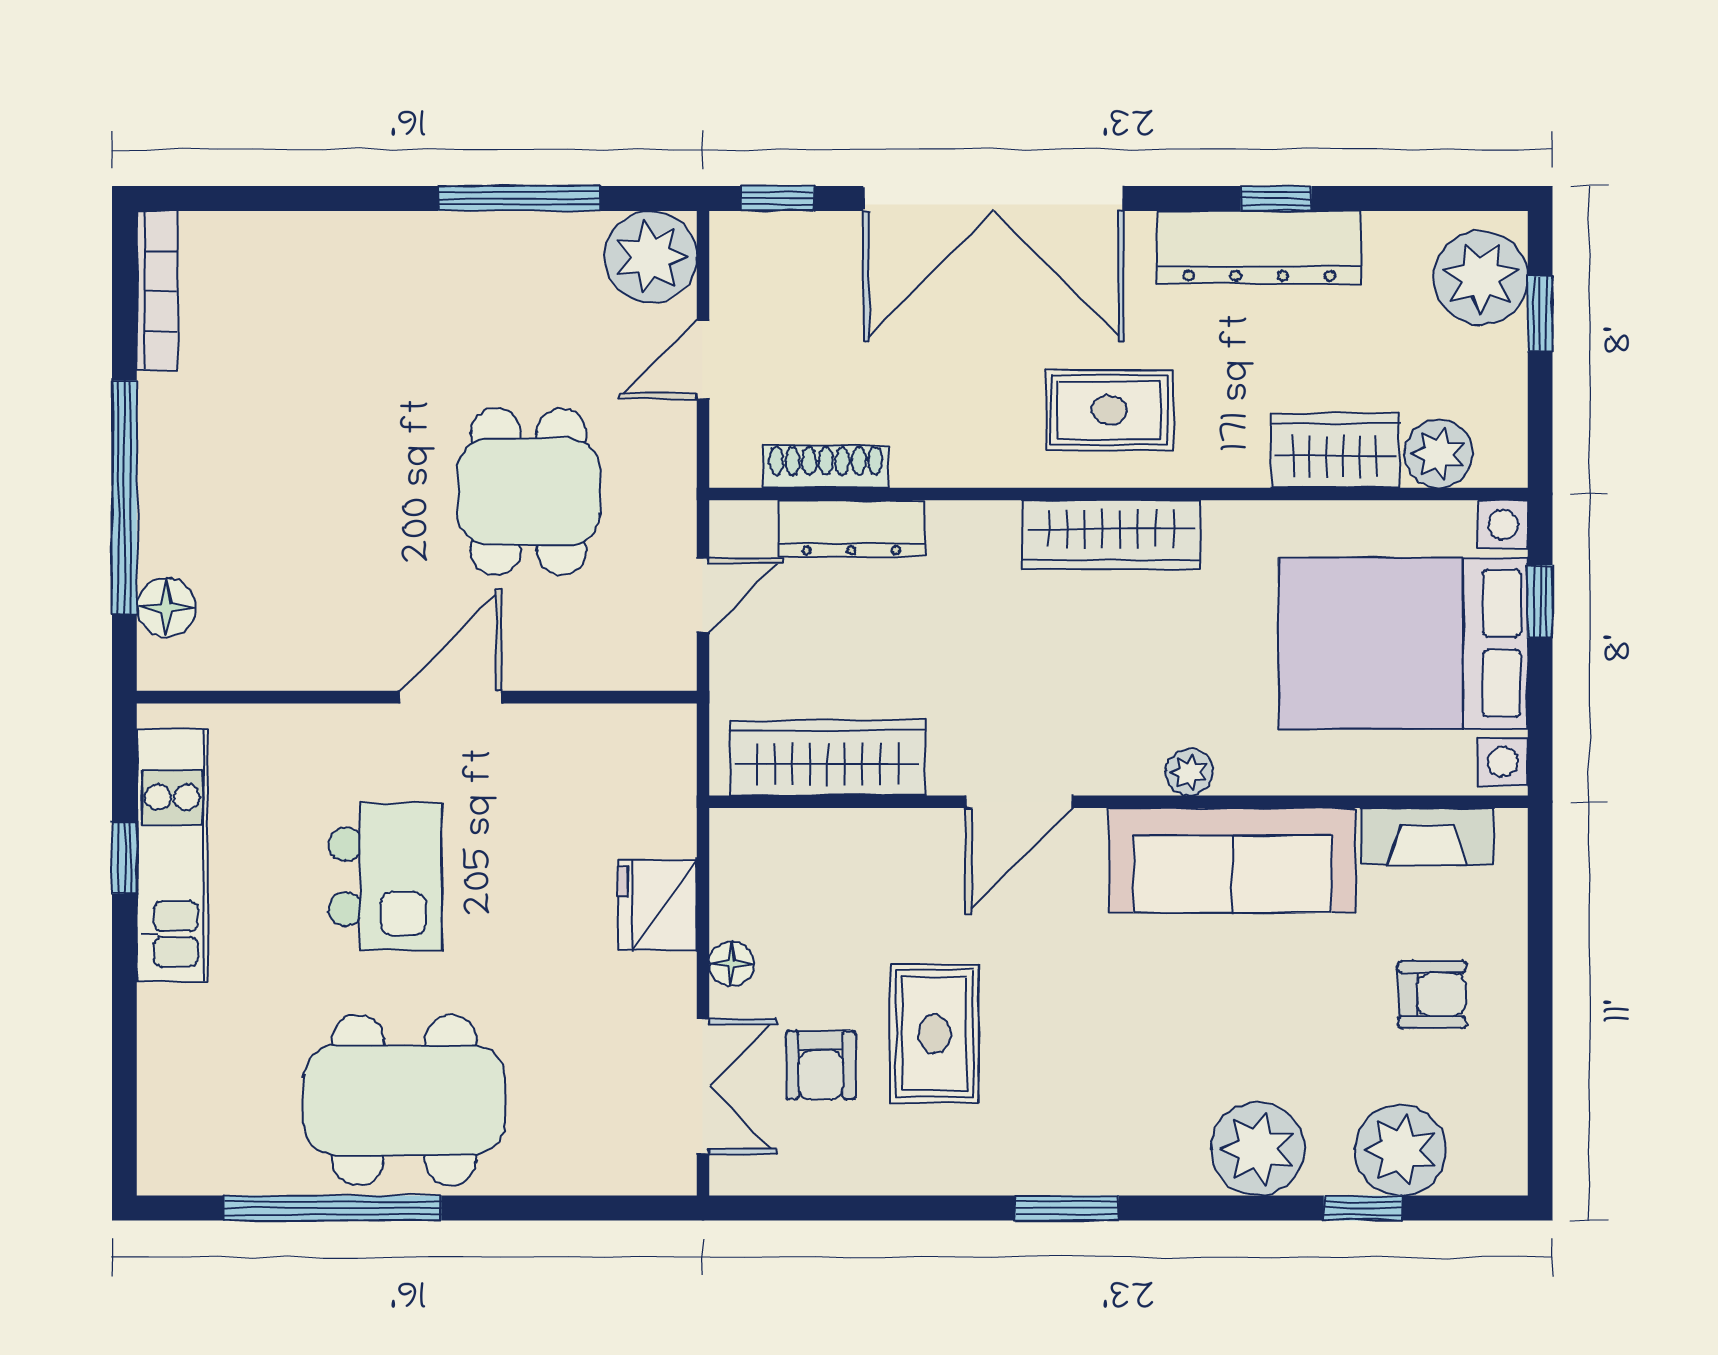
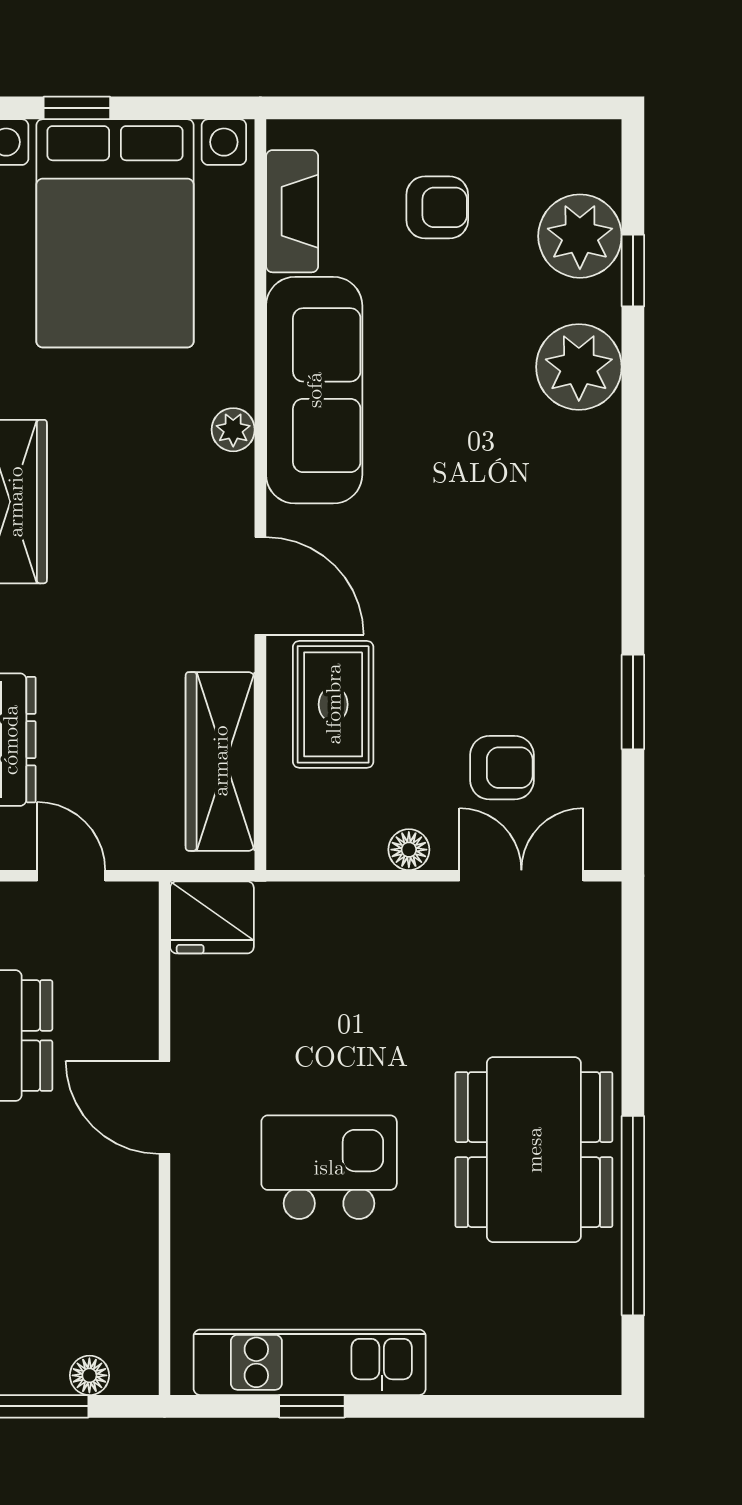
floor lamp: (166, 607) -> (89, 1375), width x0.73, depth x0.73
fridge: (658, 905) -> (212, 917), moved
armchair: (1432, 995) -> (437, 207), turned 90
rug: (934, 1034) -> (333, 704), moved, turned 90
window: (1067, 1208) -> (633, 702), moved

